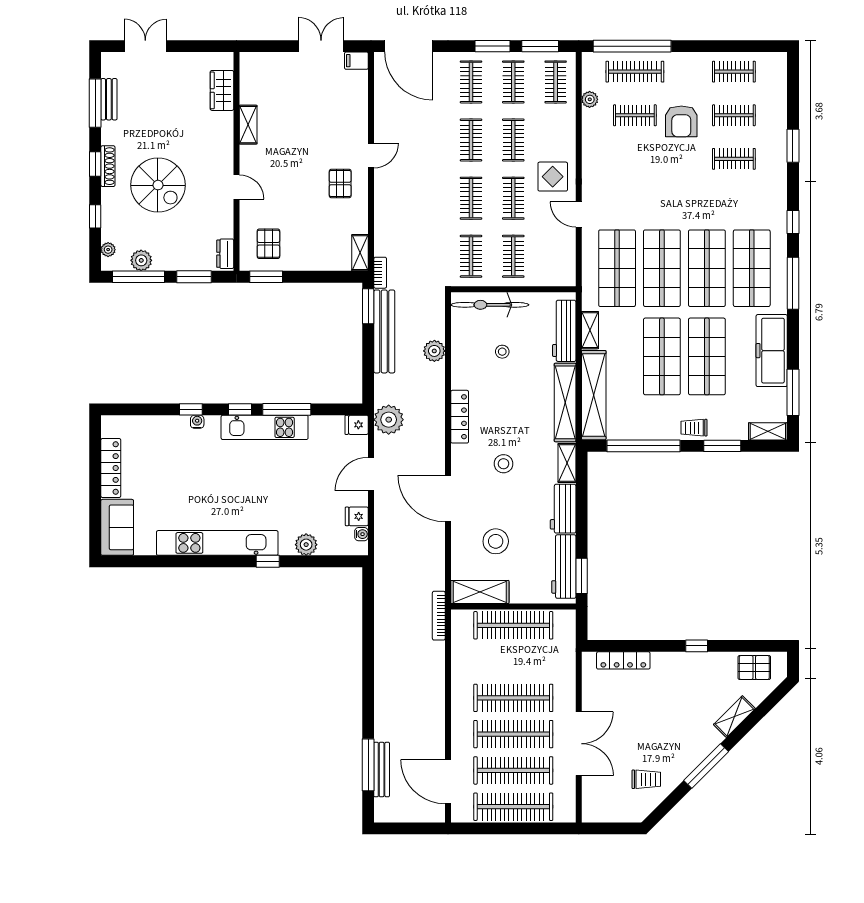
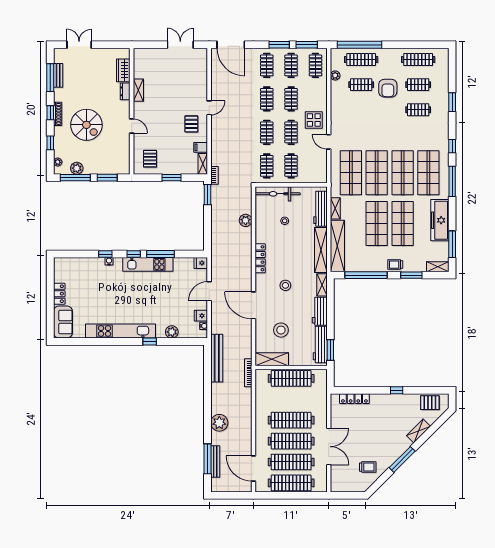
filing cabinet: (356, 61) -> (201, 147), moved
clothes rail: (734, 72) -> (418, 60), width x1.36
dresser: (225, 254) -> (125, 91), moved
window: (266, 277) -> (172, 178), moved
bench: (384, 331) -> (217, 358), moved
plant: (389, 420) -> (219, 423), moved
locker: (111, 468) -> (59, 294), width x0.66

